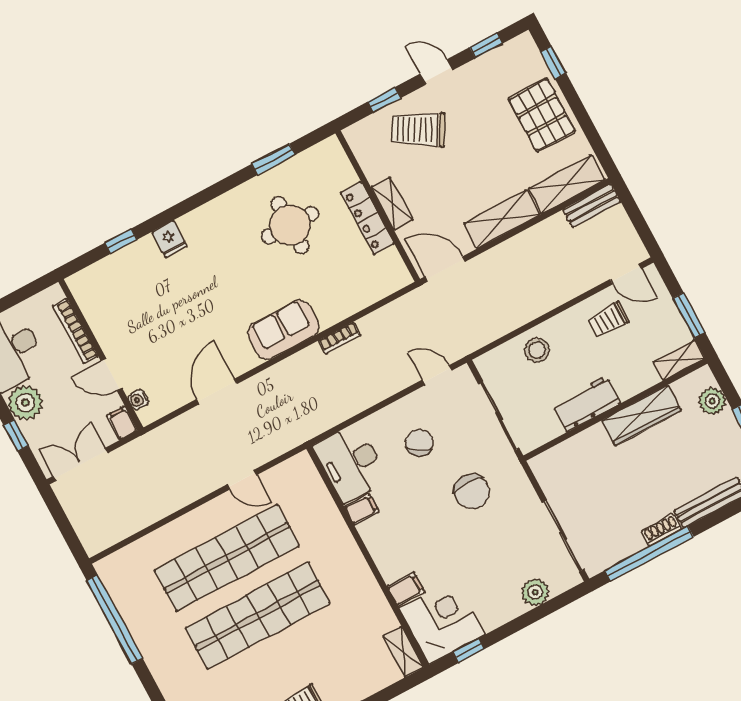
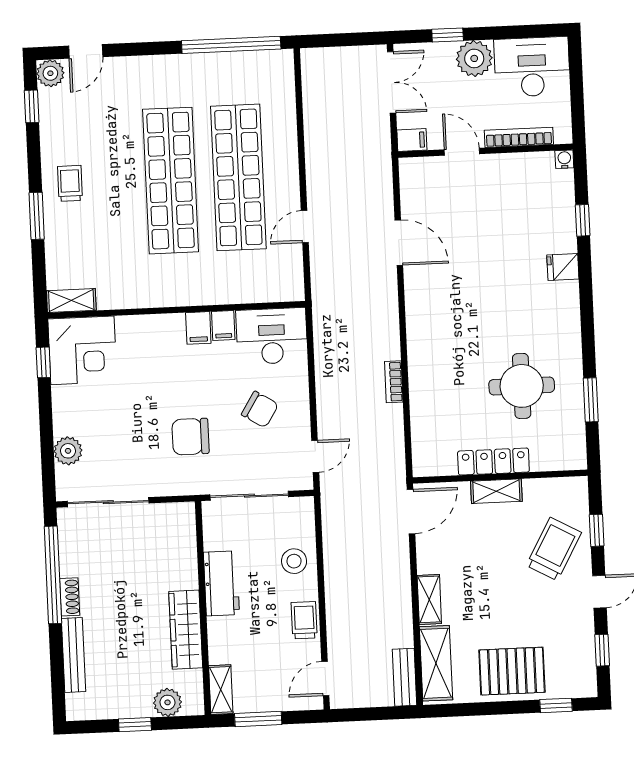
shelving: (502, 219) -> (429, 599), width x0.67, depth x0.75
trolley: (609, 320) -> (304, 620), moved
sofa: (283, 330) -> (427, 333), removed
door: (112, 375) -> (462, 152), hinge flipped
water cooler: (138, 400) -> (564, 159), moved
filing cabinet: (406, 589) -> (198, 328), moved

